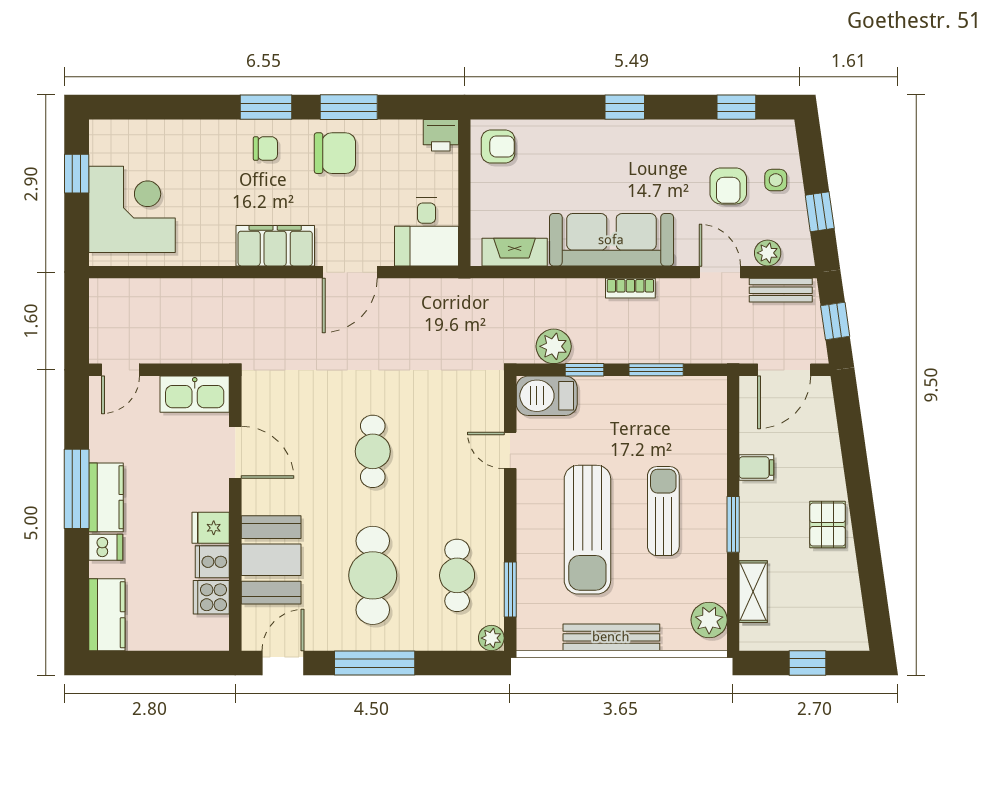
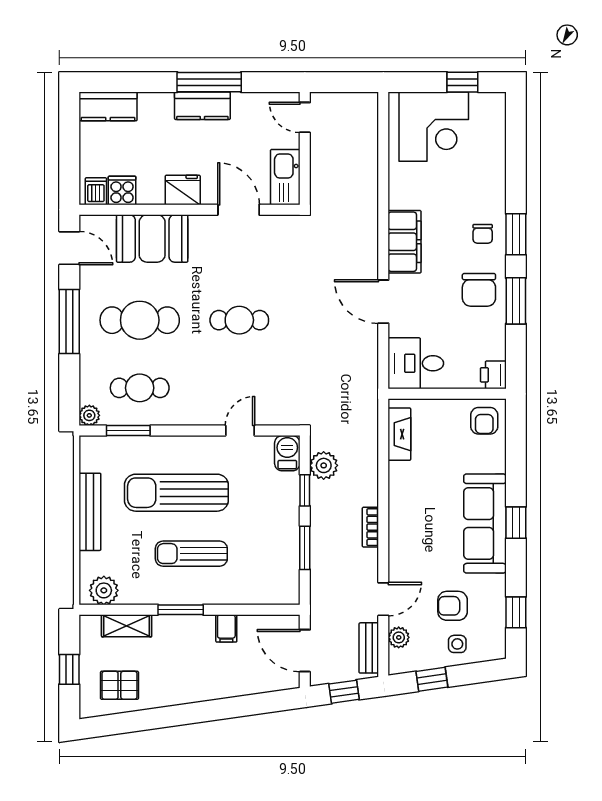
sofa: (611, 240) -> (485, 523), moved, turned 180
barbecue: (547, 396) -> (287, 453), width x0.73, depth x0.79
door: (235, 452) -> (239, 210), swing flipped
sun lounger: (663, 511) -> (191, 554), turned 180
pallet: (828, 525) -> (119, 685), moved
fridge: (211, 528) -> (183, 190), width x1.38
dishwasher: (106, 547) -> (96, 191), moved, turned 180
cooker: (212, 562) -> (151, 191), removed

